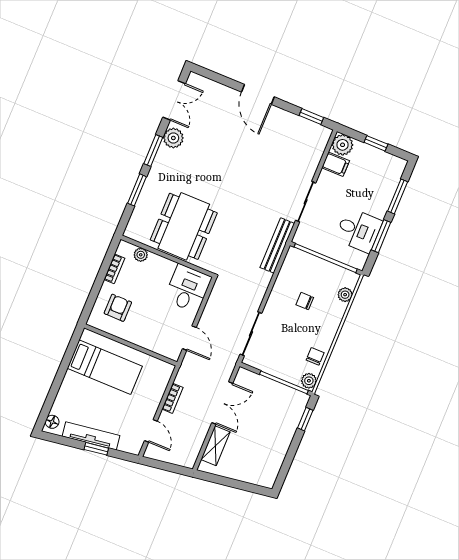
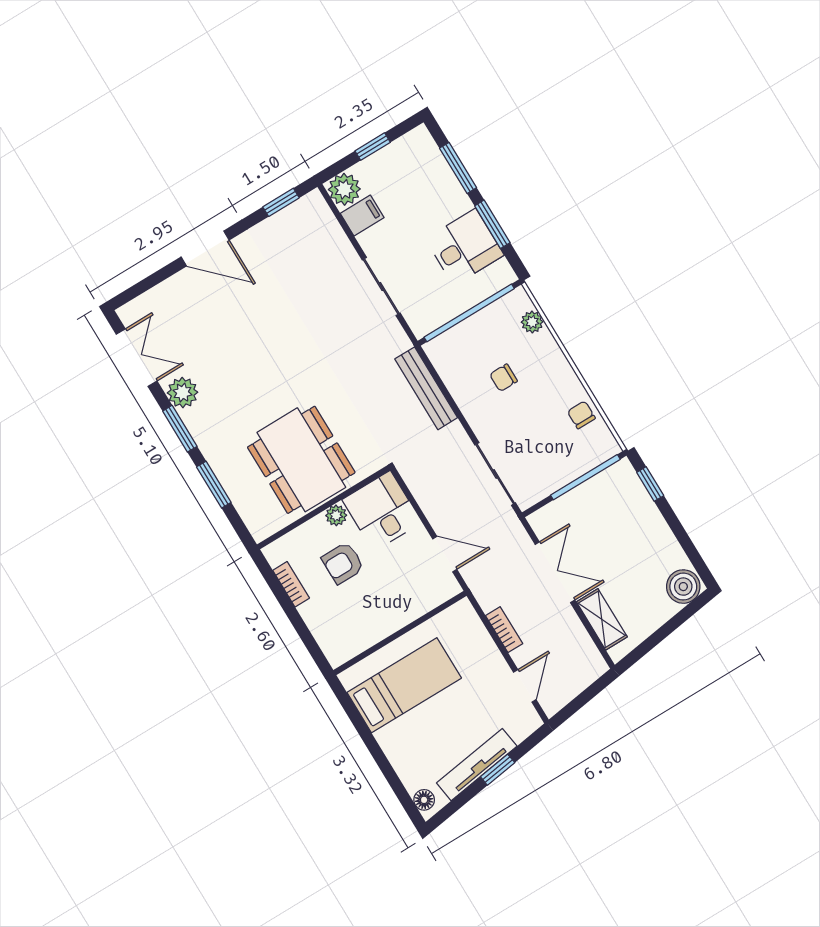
bench: (277, 245) -> (426, 388), moved
plant: (141, 255) -> (336, 515), moved
armchair: (118, 308) -> (343, 563), moved, turned -90
plant: (309, 381) -> (606, 445), removed
door: (151, 431) -> (525, 686), hinge flipped
boiler: (264, 476) -> (683, 587), added

